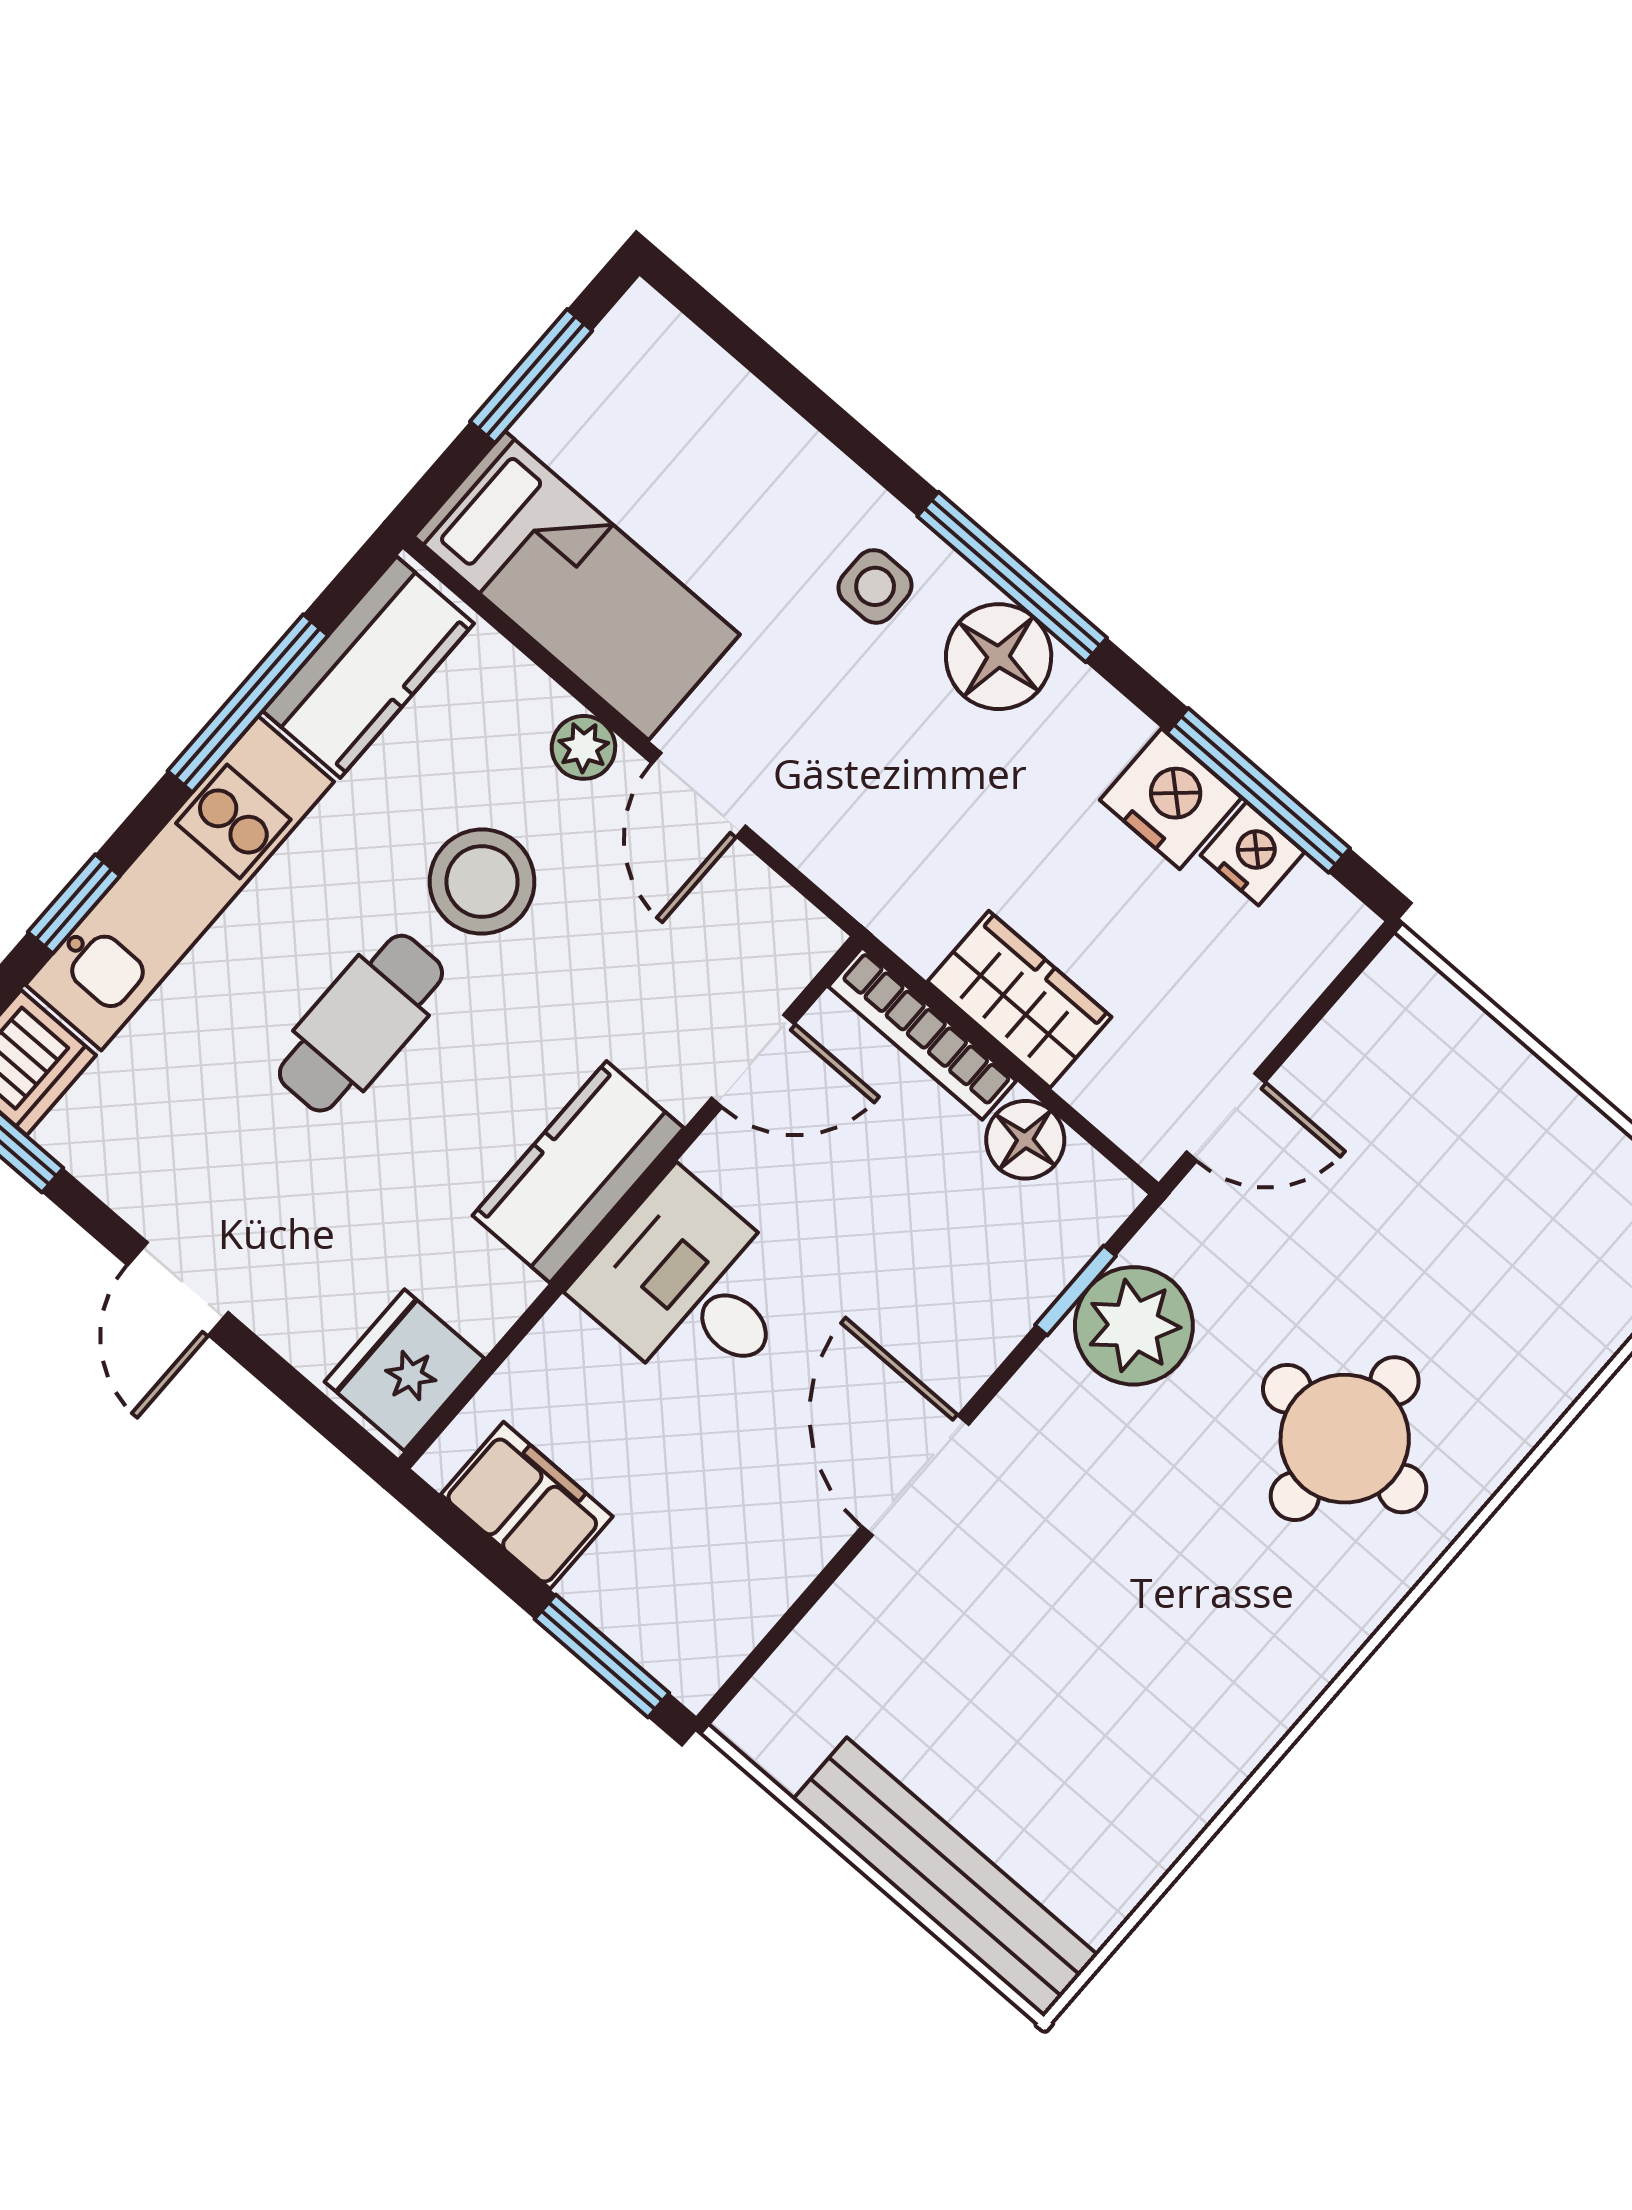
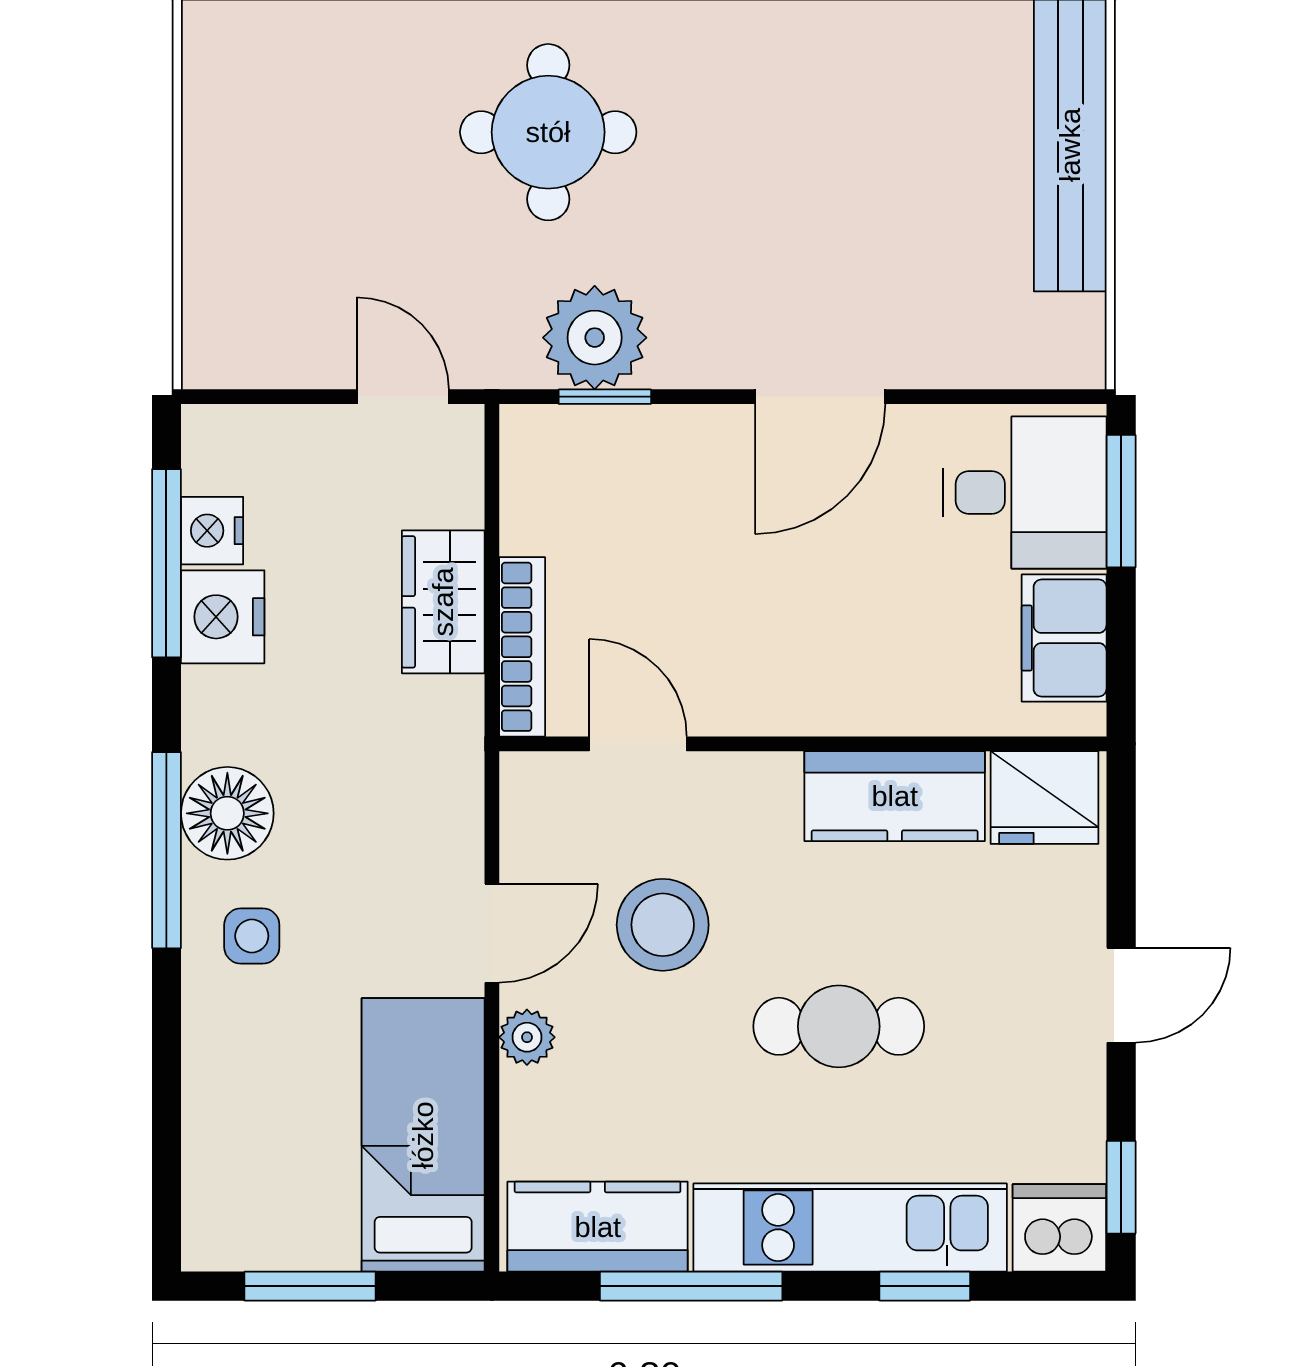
stool: (482, 882) -> (663, 925), moved
floor lamp: (1025, 1140) -> (533, 517), removed
kitchen counter: (578, 1172) -> (895, 796), moved
desk: (690, 1288) -> (1025, 493), moved, turned -90

